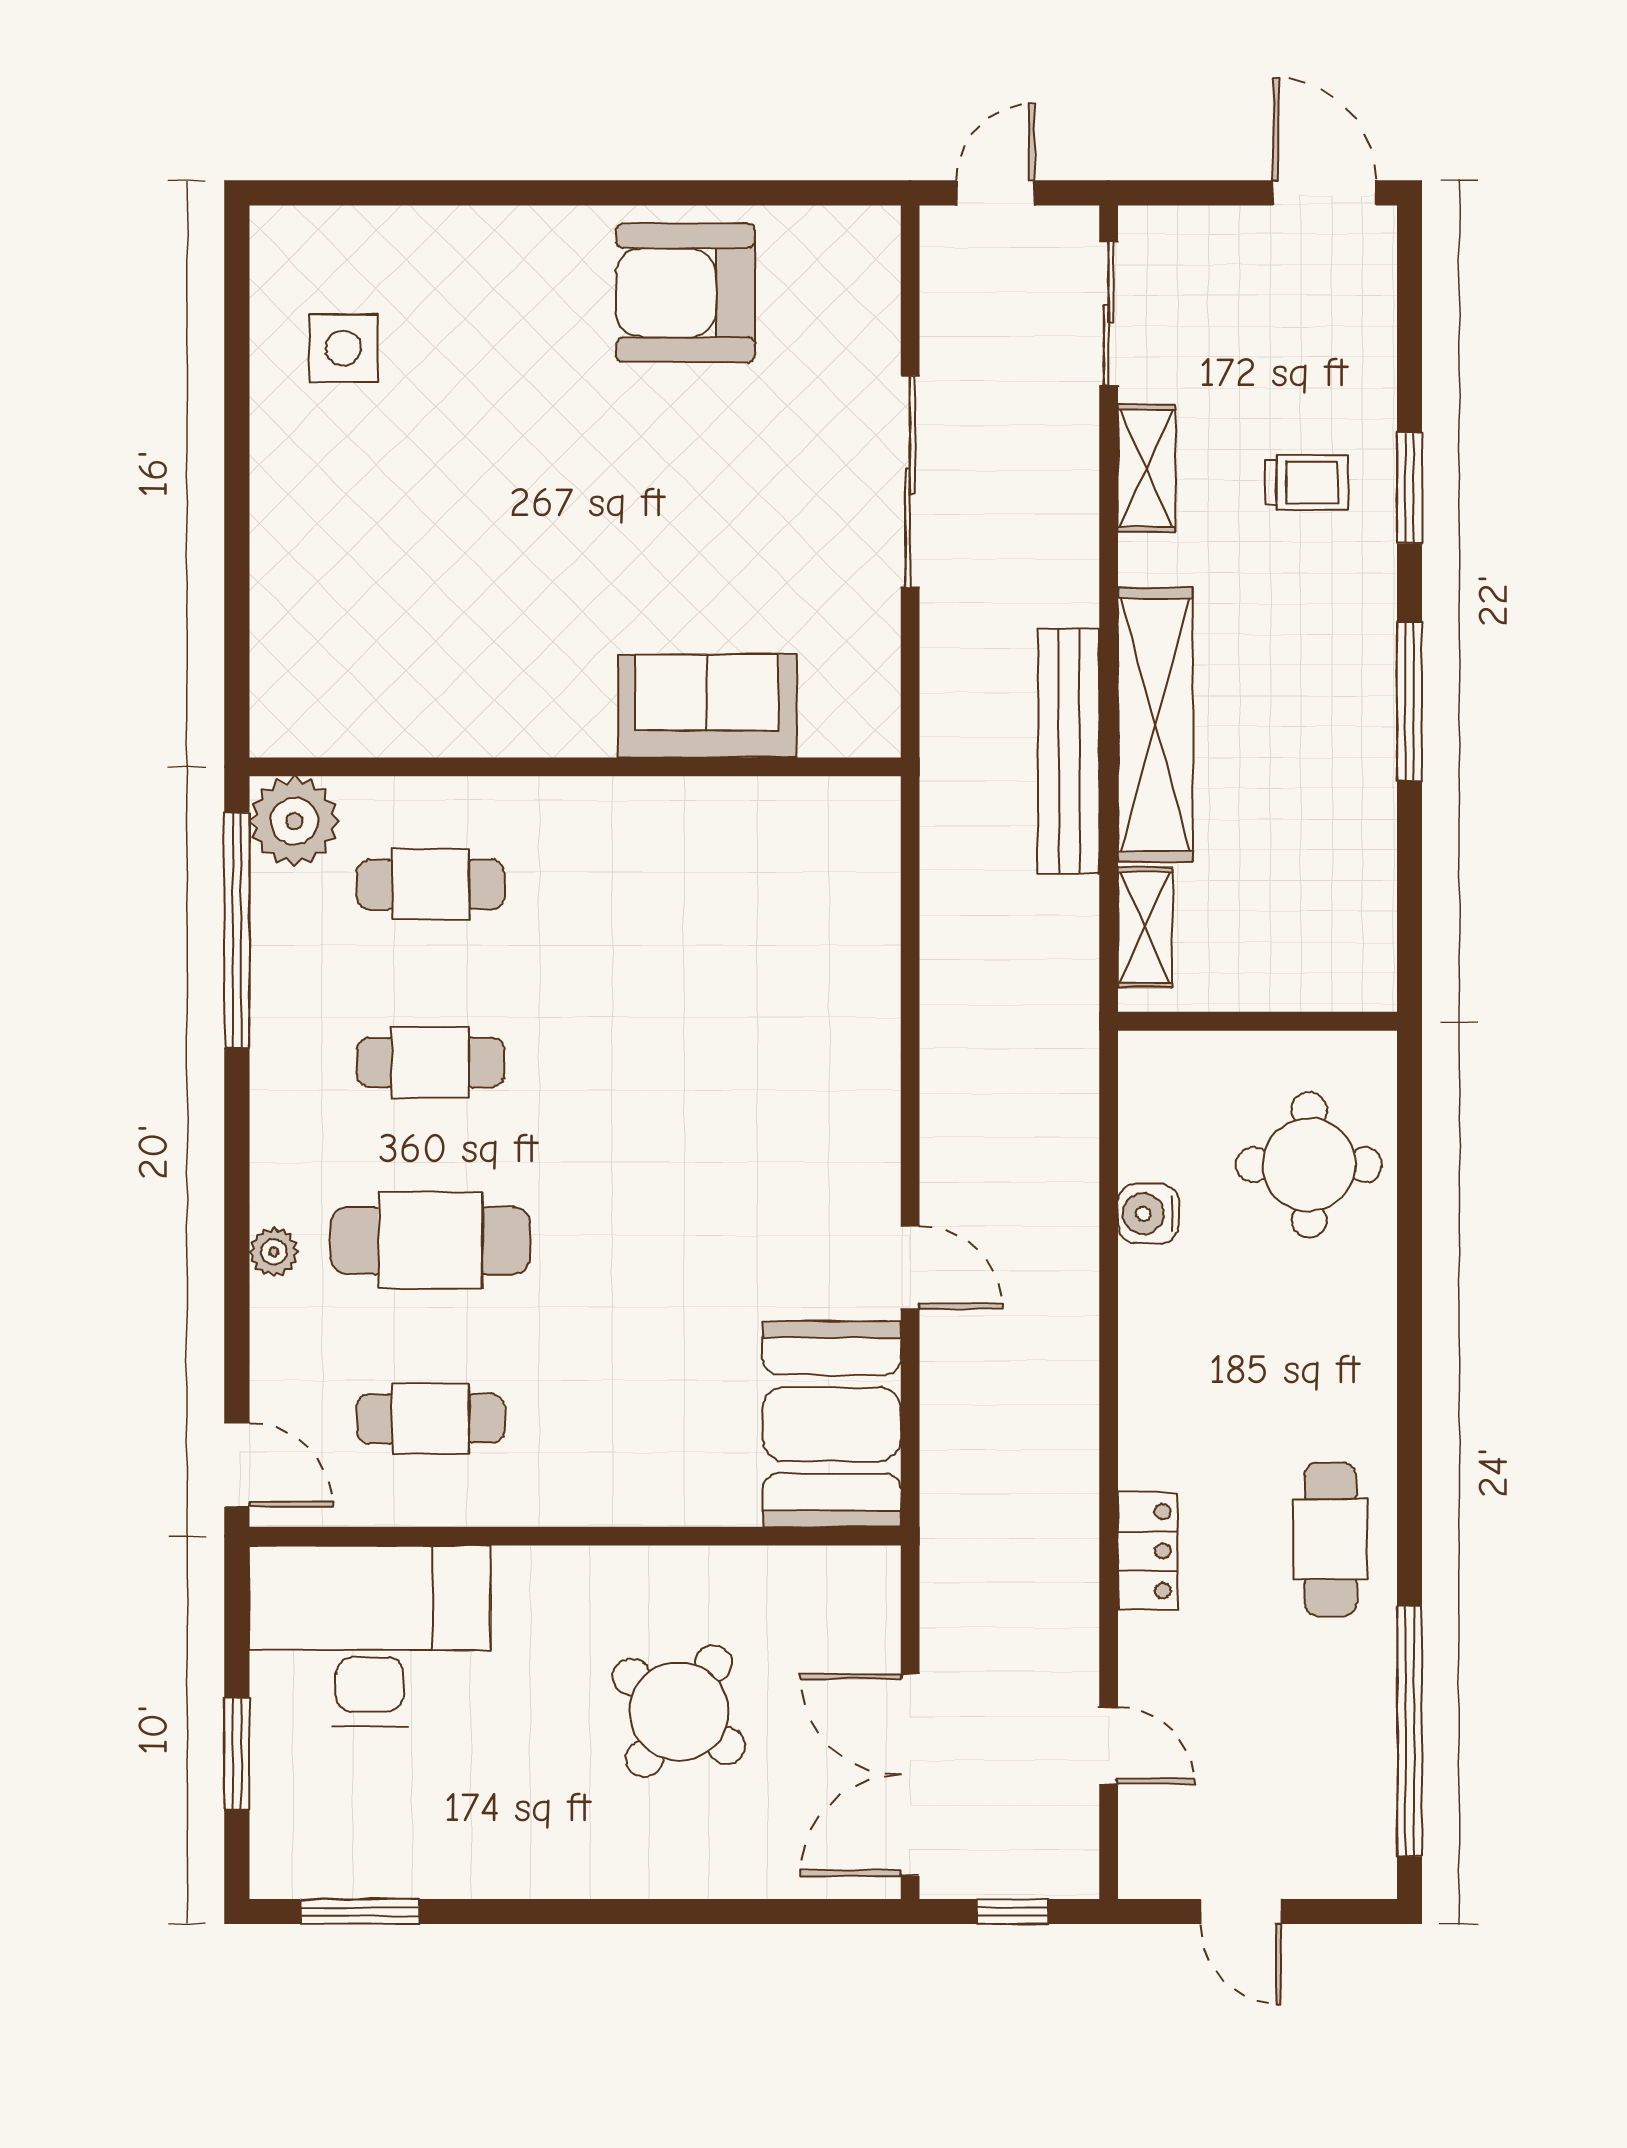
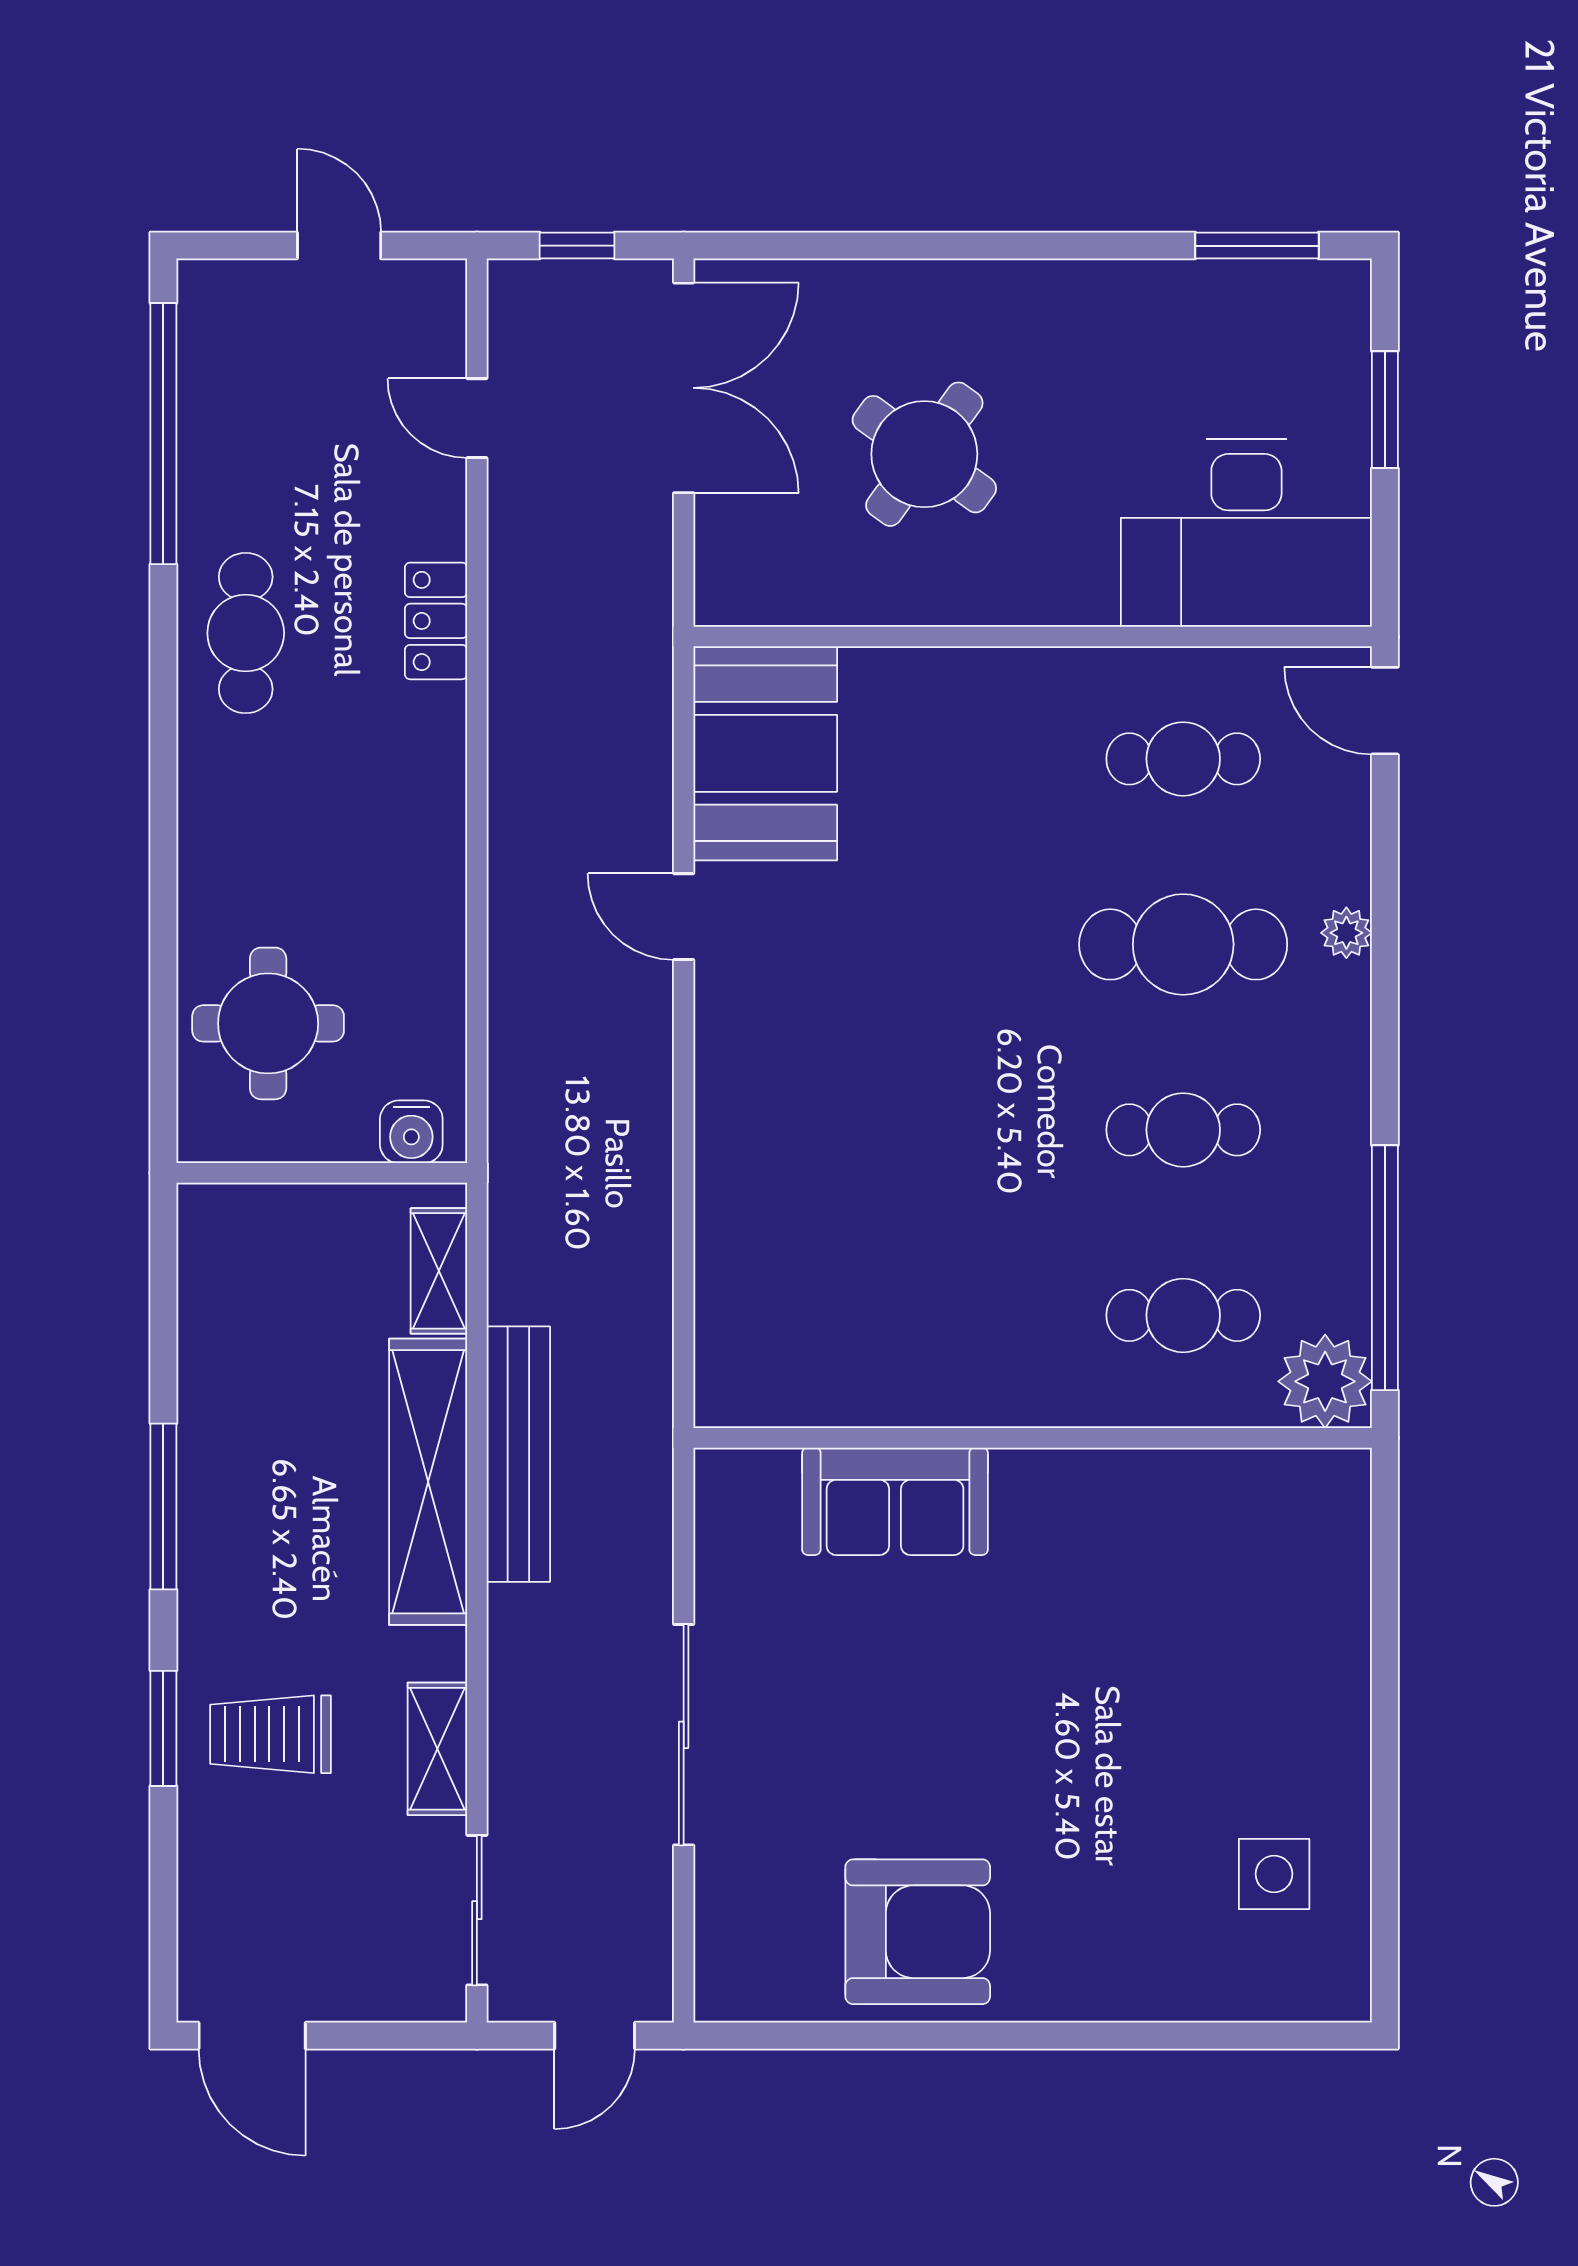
trolley: (1307, 482) -> (271, 1734), width x1.36, depth x1.39
water cooler: (1148, 1214) -> (411, 1132), moved, turned 90

